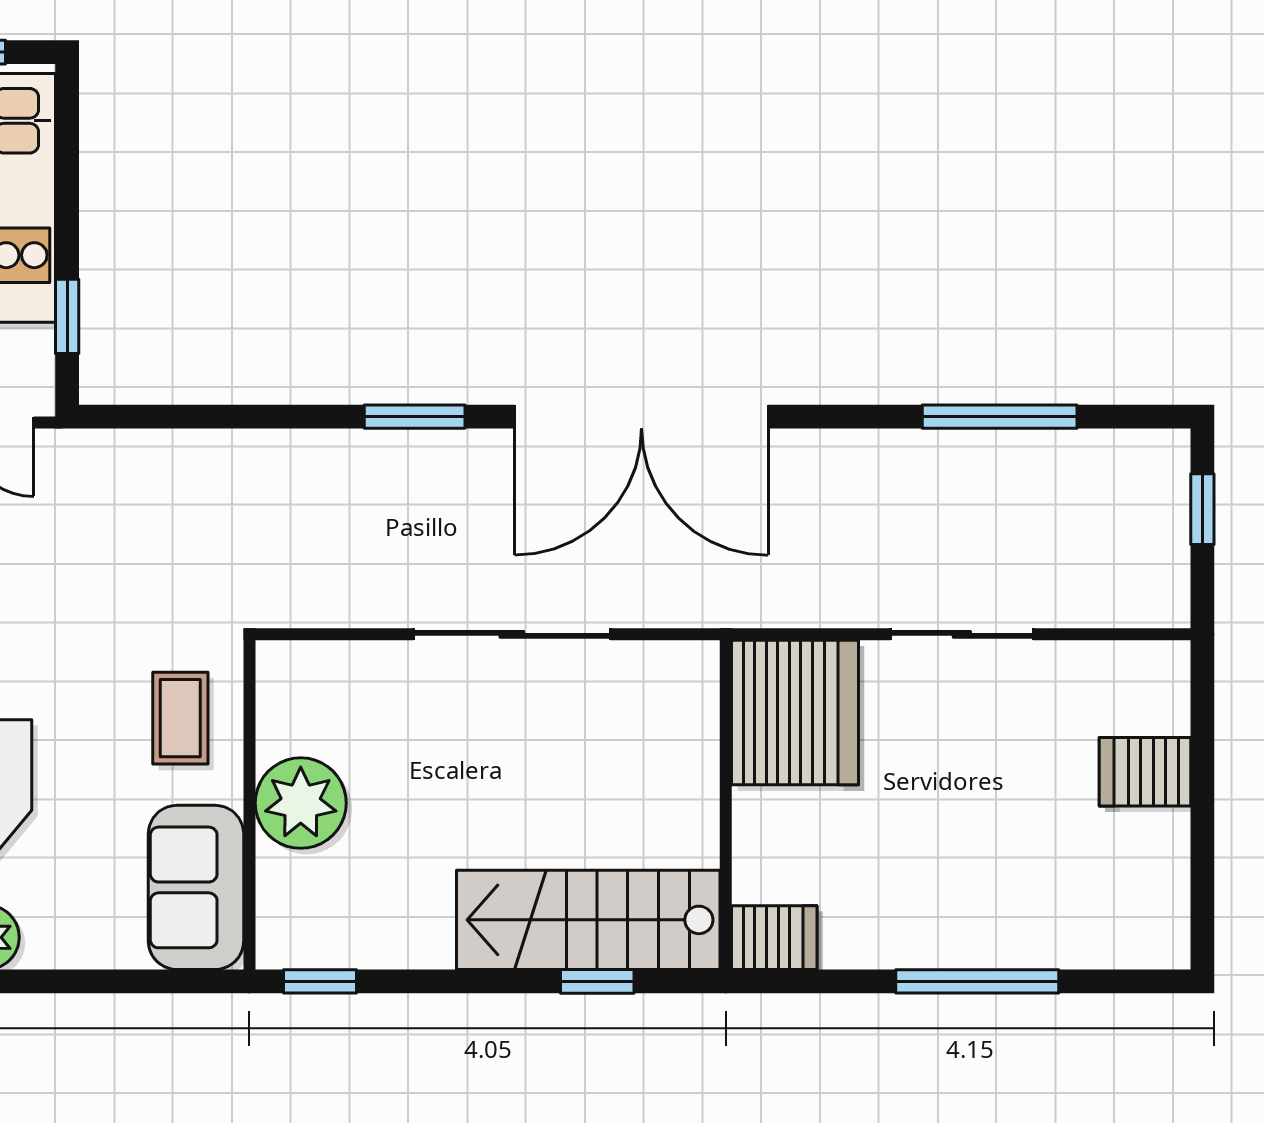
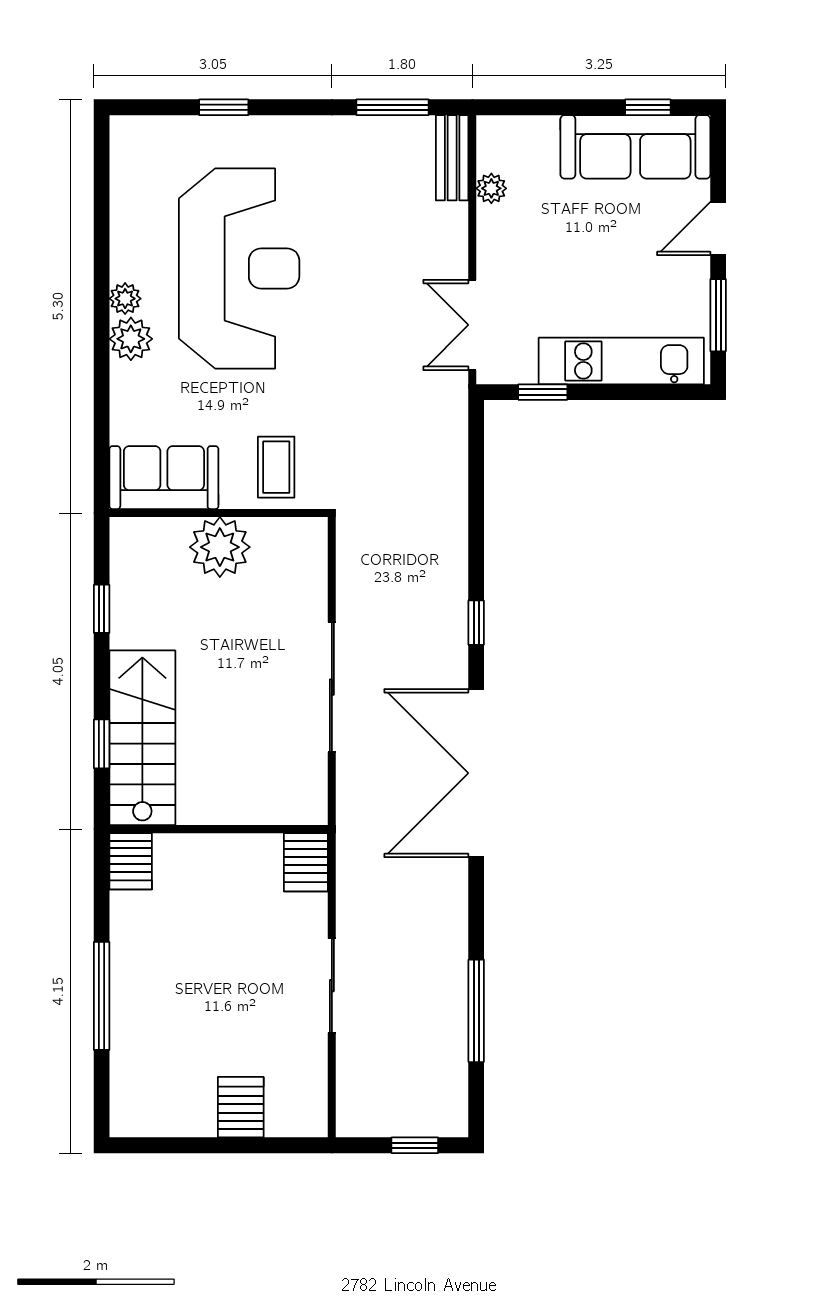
window: (415, 417) -> (476, 623), width x0.67
server rack: (795, 713) -> (306, 862), width x0.46, depth x0.70
coffee table: (180, 718) -> (276, 467), turned 90
window: (320, 981) -> (102, 609), moved

